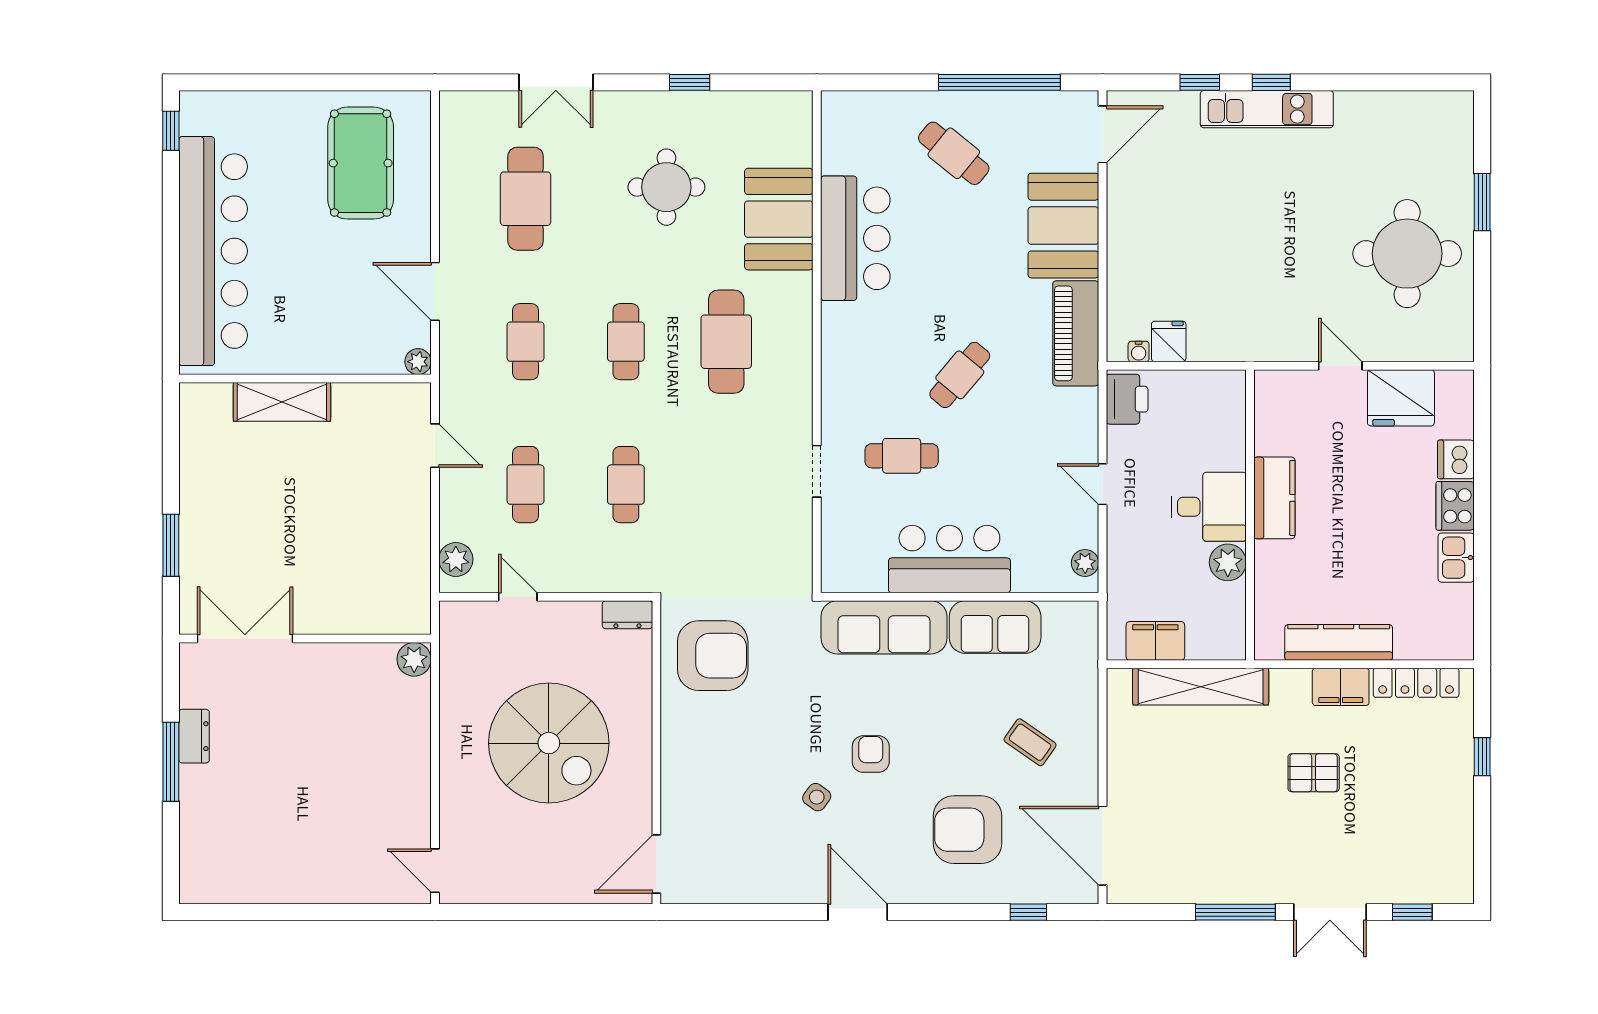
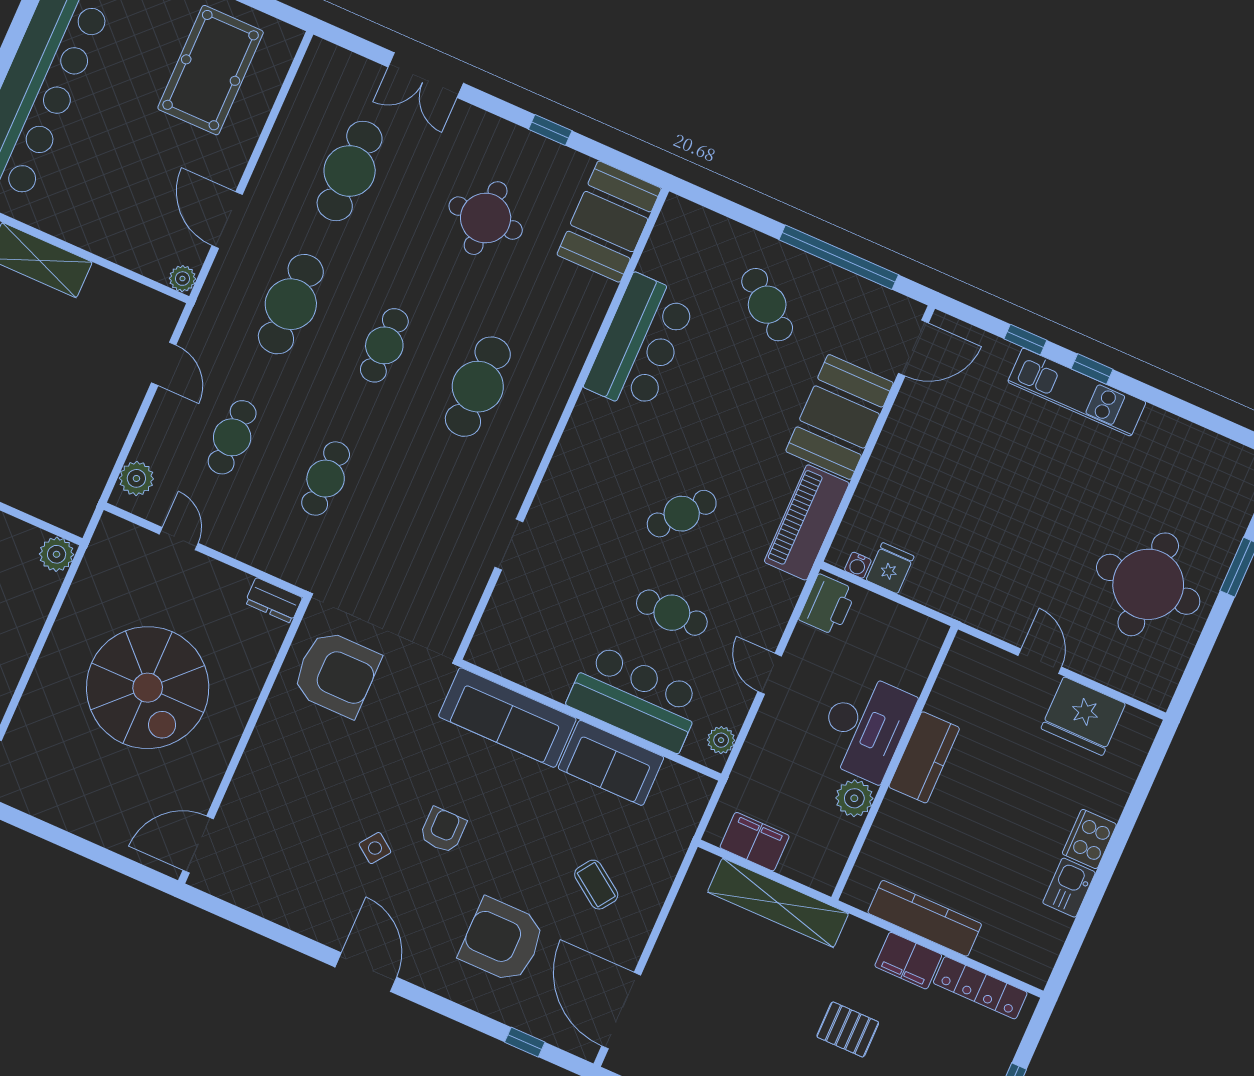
booth: (779, 219) -> (609, 222), moved
cafe table: (526, 342) -> (291, 304), width x1.37, depth x1.35
cafe table: (902, 456) -> (672, 613), moved
dishwasher: (1456, 459) -> (1109, 796), removed
desk: (1209, 507) -> (865, 727), width x1.37
bar counter: (949, 559) -> (636, 698), moved

